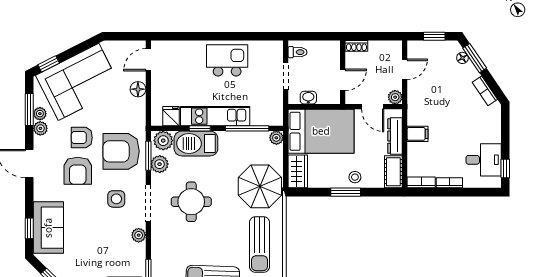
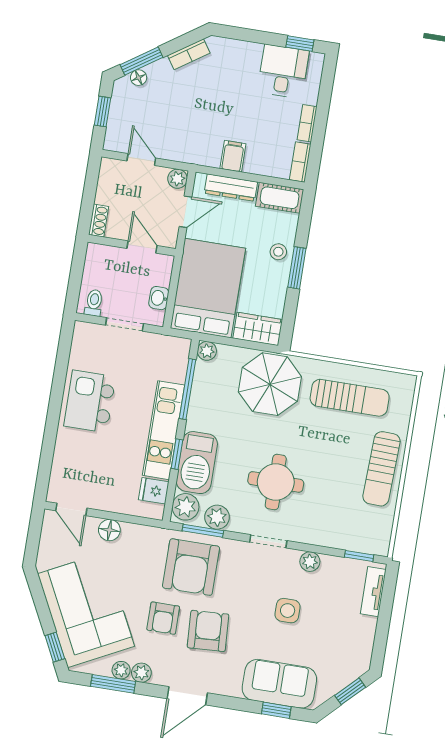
armchair: (78, 171) -> (208, 631), turned -93
side table: (116, 199) -> (288, 611), moved
doorway: (148, 203) -> (268, 541), width x0.73

